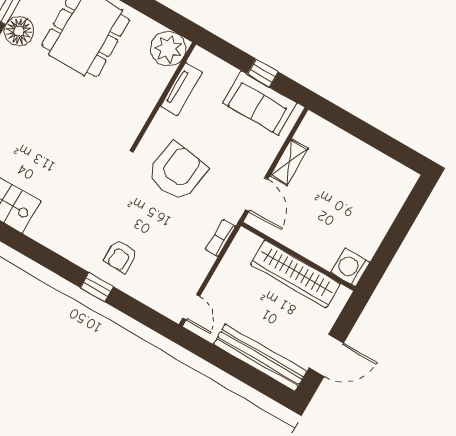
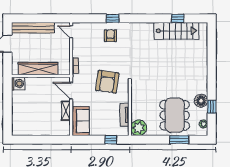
window: (263, 73) -> (111, 140), moved
sofa: (260, 103) -> (81, 121), moved, turned 90

